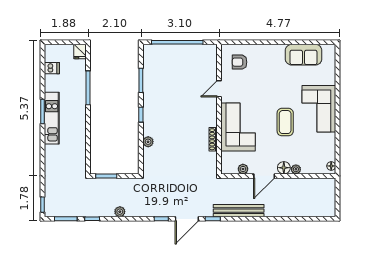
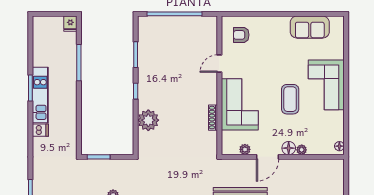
dishwasher: (52, 68) -> (40, 130), moved
plant: (148, 142) -> (148, 120), width x1.88, depth x1.88

